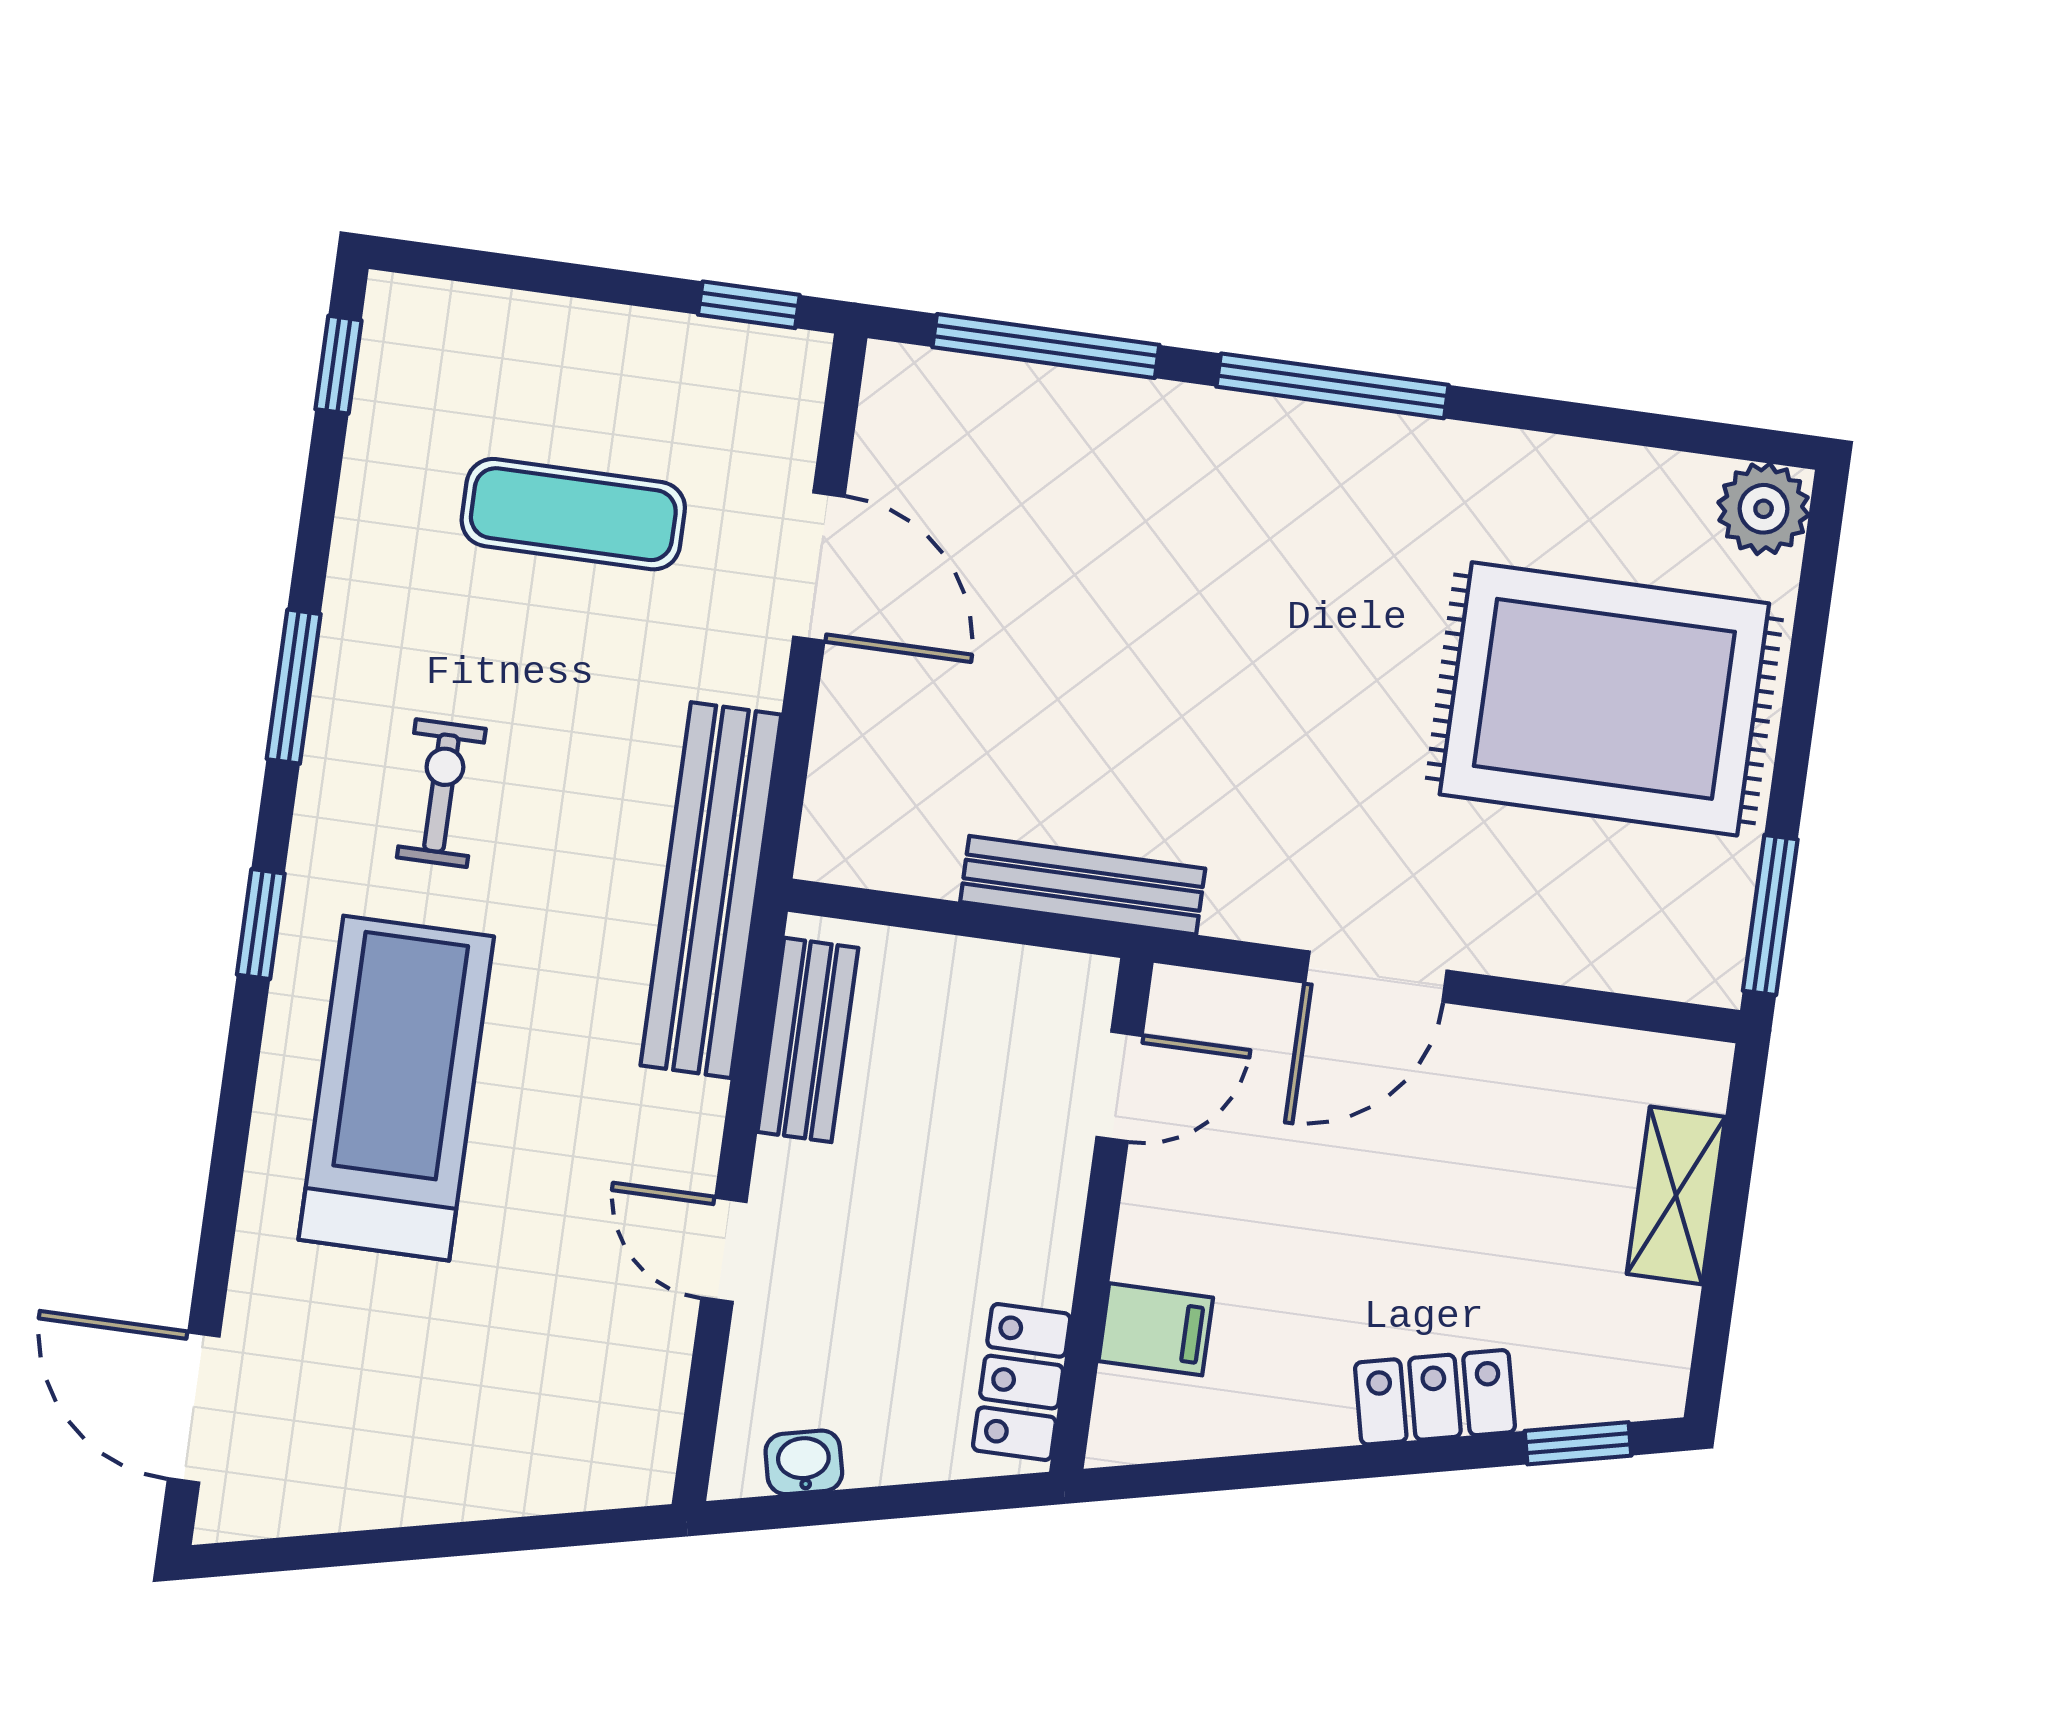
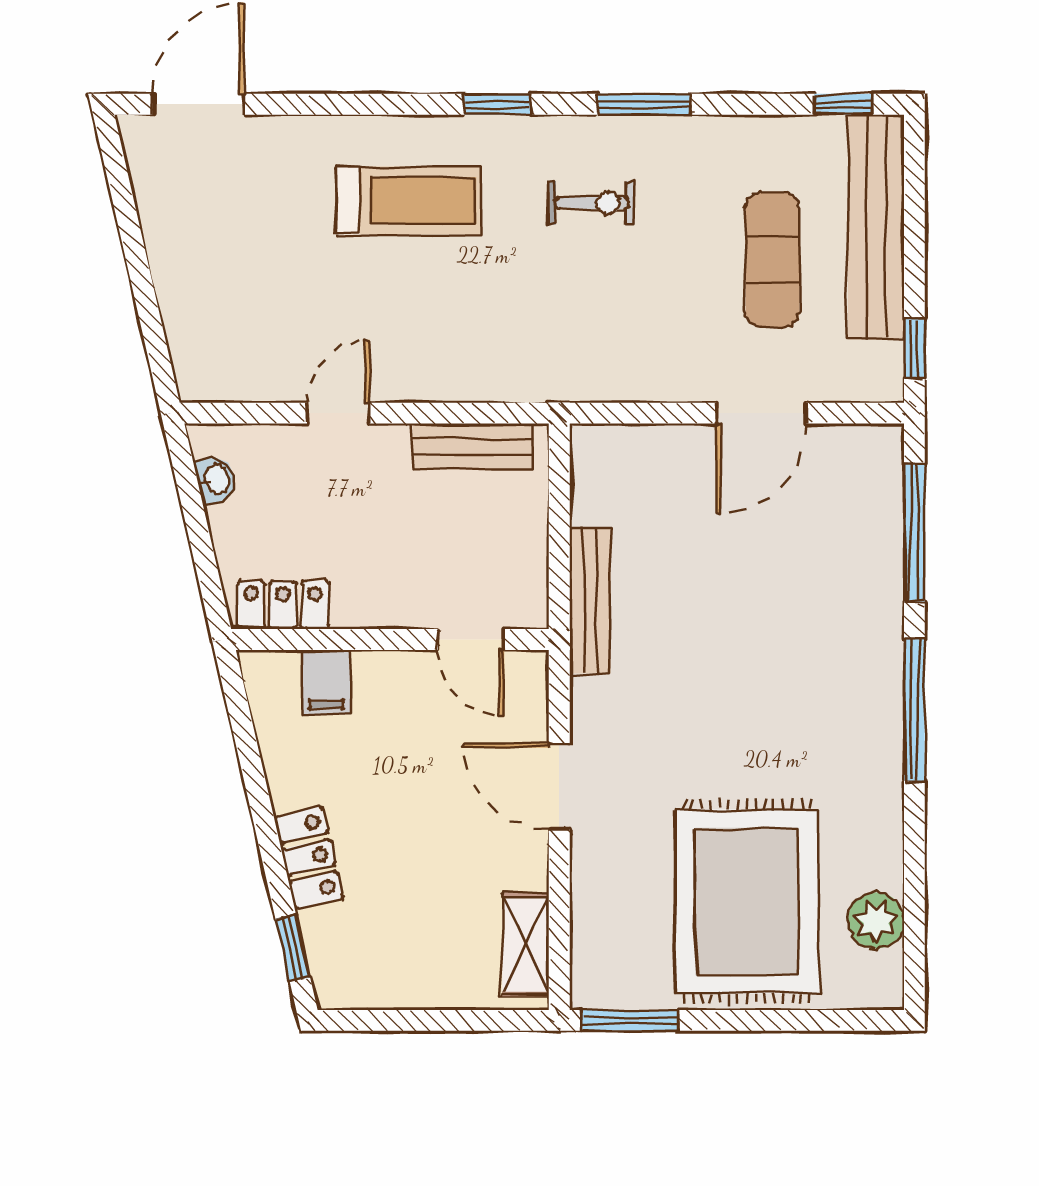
plant: (1764, 509) -> (876, 920), moved
bench: (711, 890) -> (876, 227), moved, turned 90
treadmill: (396, 1088) -> (409, 200), width x0.73, depth x0.73
shelving: (1676, 1195) -> (526, 944), moved, turned 90

